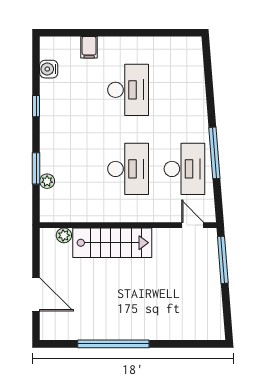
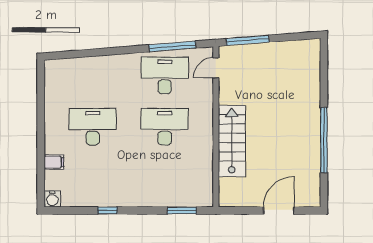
water cooler: (49, 69) -> (52, 199), moved
window: (214, 153) -> (173, 46), moved
window: (36, 168) -> (182, 210), moved
plant: (47, 181) -> (176, 200), removed
plant: (64, 235) -> (225, 185), removed

